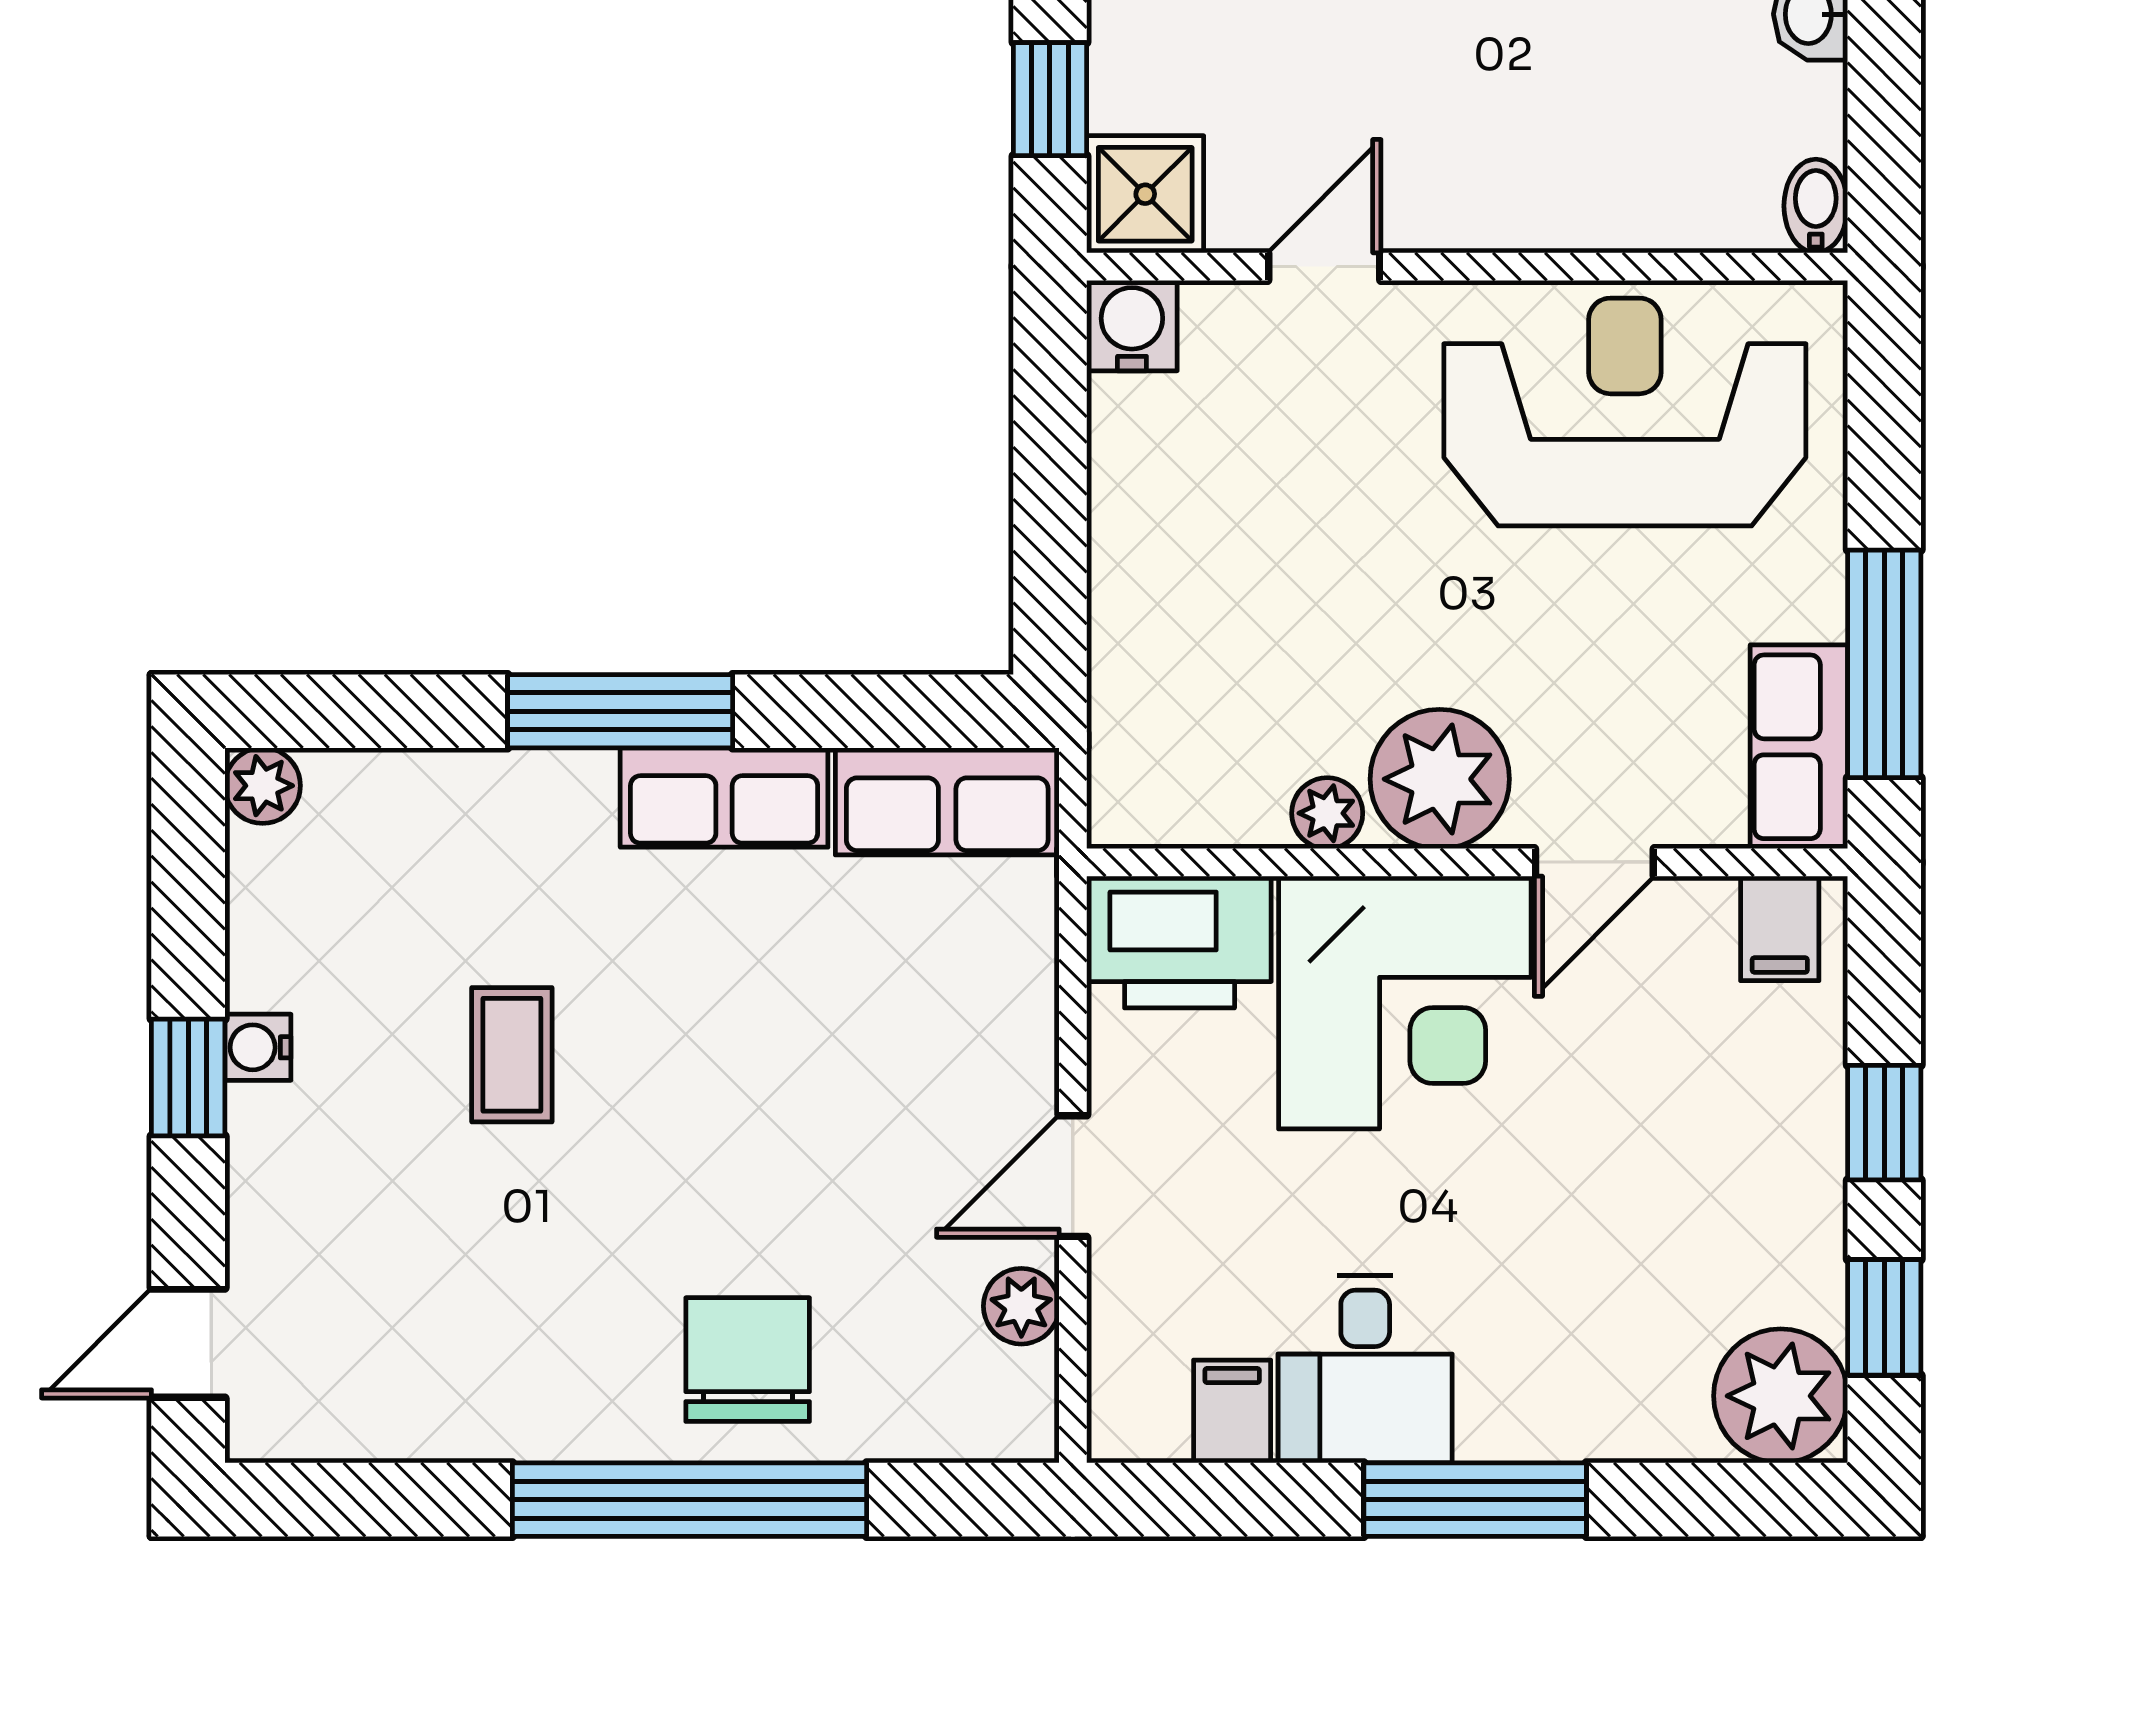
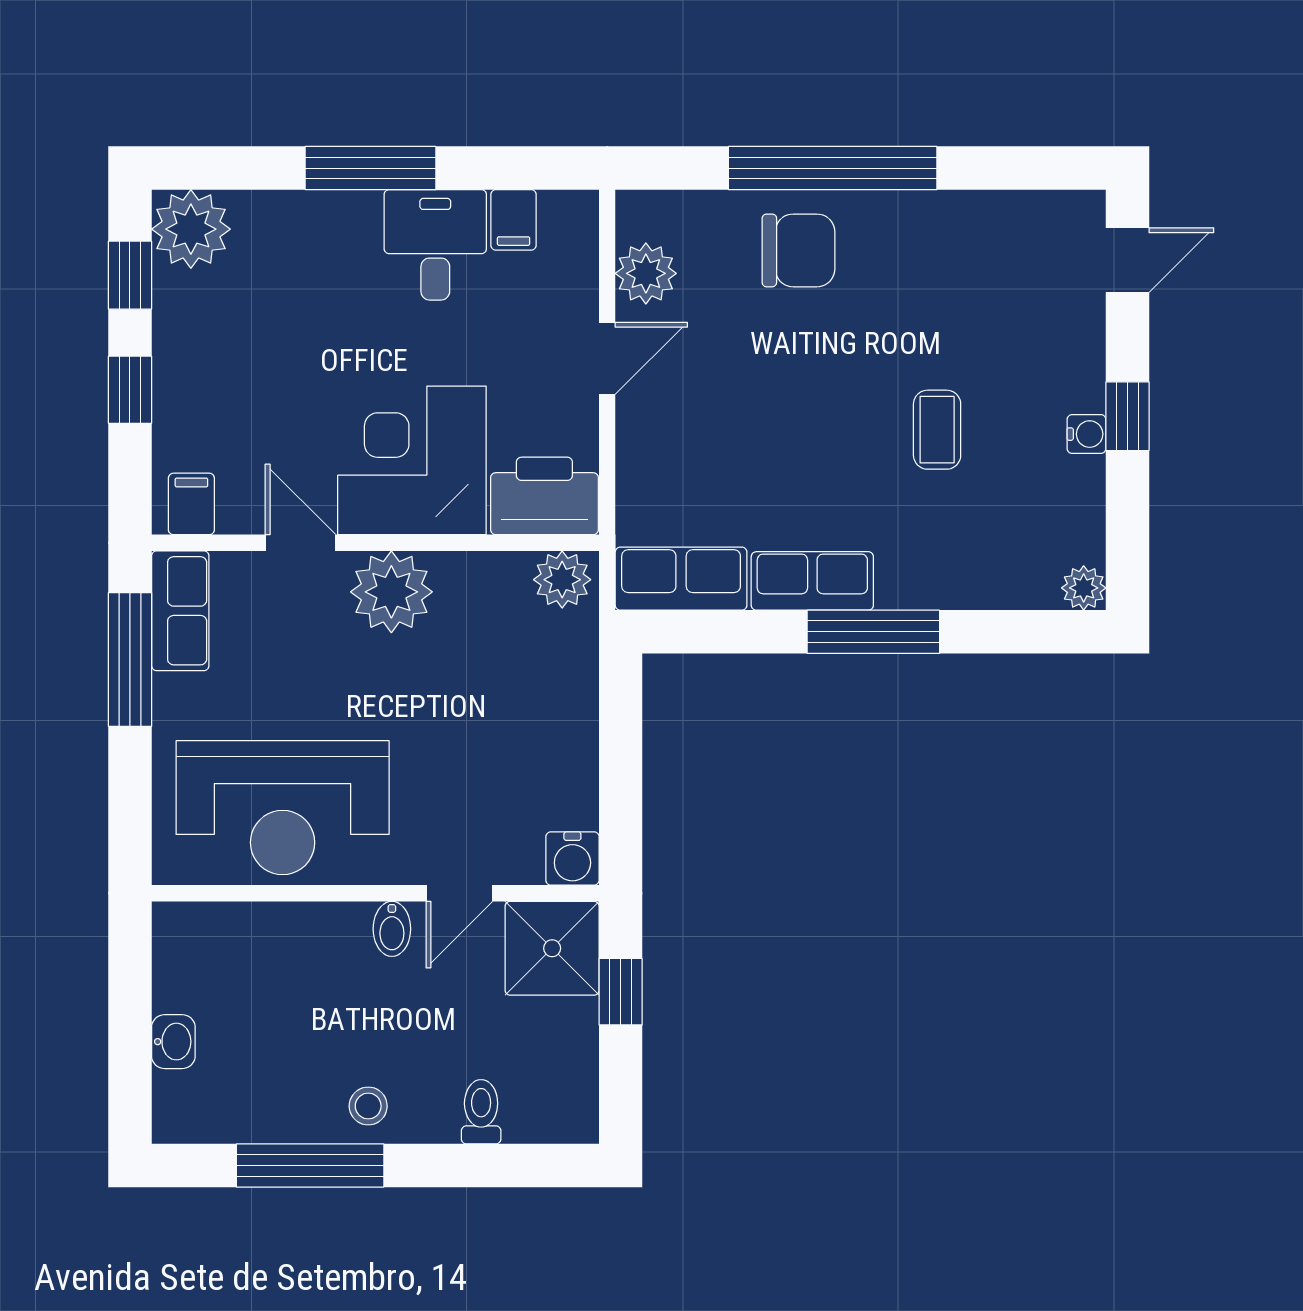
shower: (1145, 194) -> (552, 948), width x1.36, depth x1.36
bidet: (1816, 206) -> (392, 929), moved
plant: (1327, 813) -> (562, 580), moved, width x1.38, depth x1.38
door: (1594, 862) -> (300, 543), hinge flipped
plant: (1021, 1306) -> (646, 273), width x1.38, depth x1.38
chair: (748, 1360) -> (798, 250), turned -90

